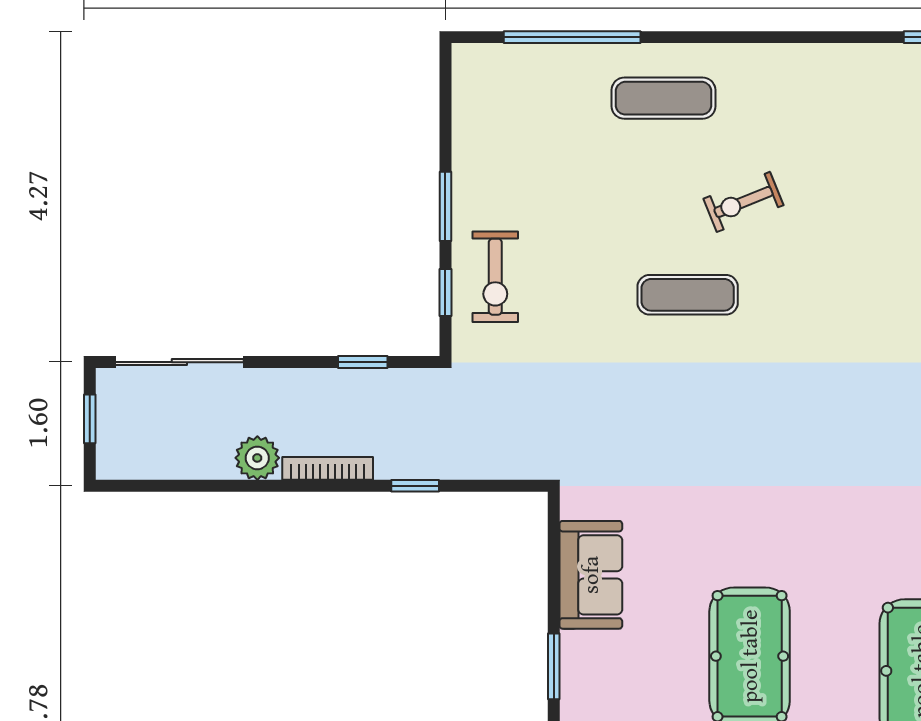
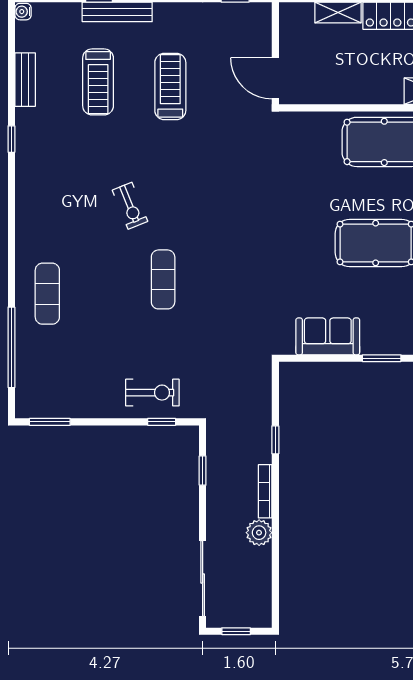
exercise bike: (743, 202) -> (130, 206), moved
window: (445, 206) -> (50, 422), moved

